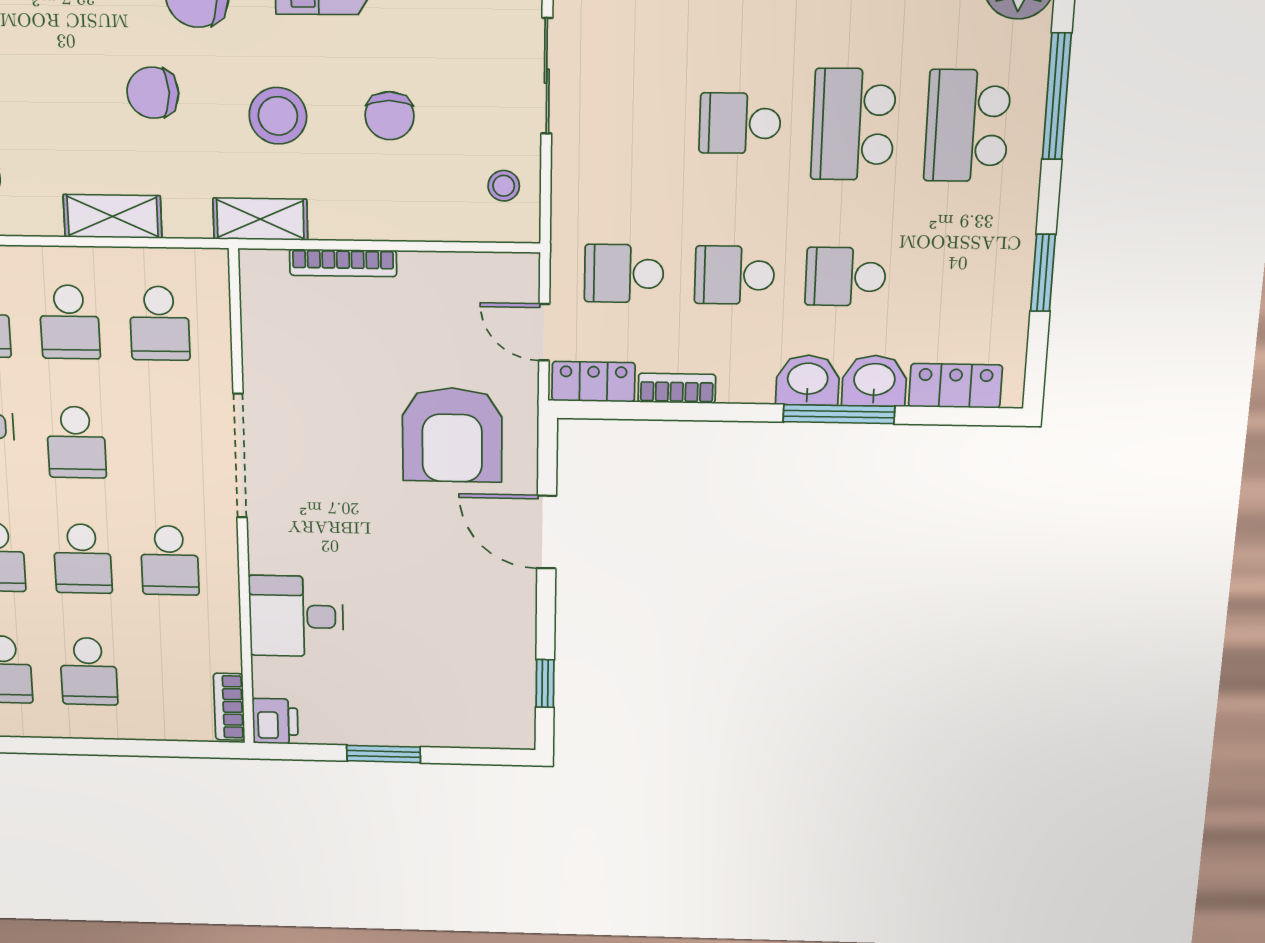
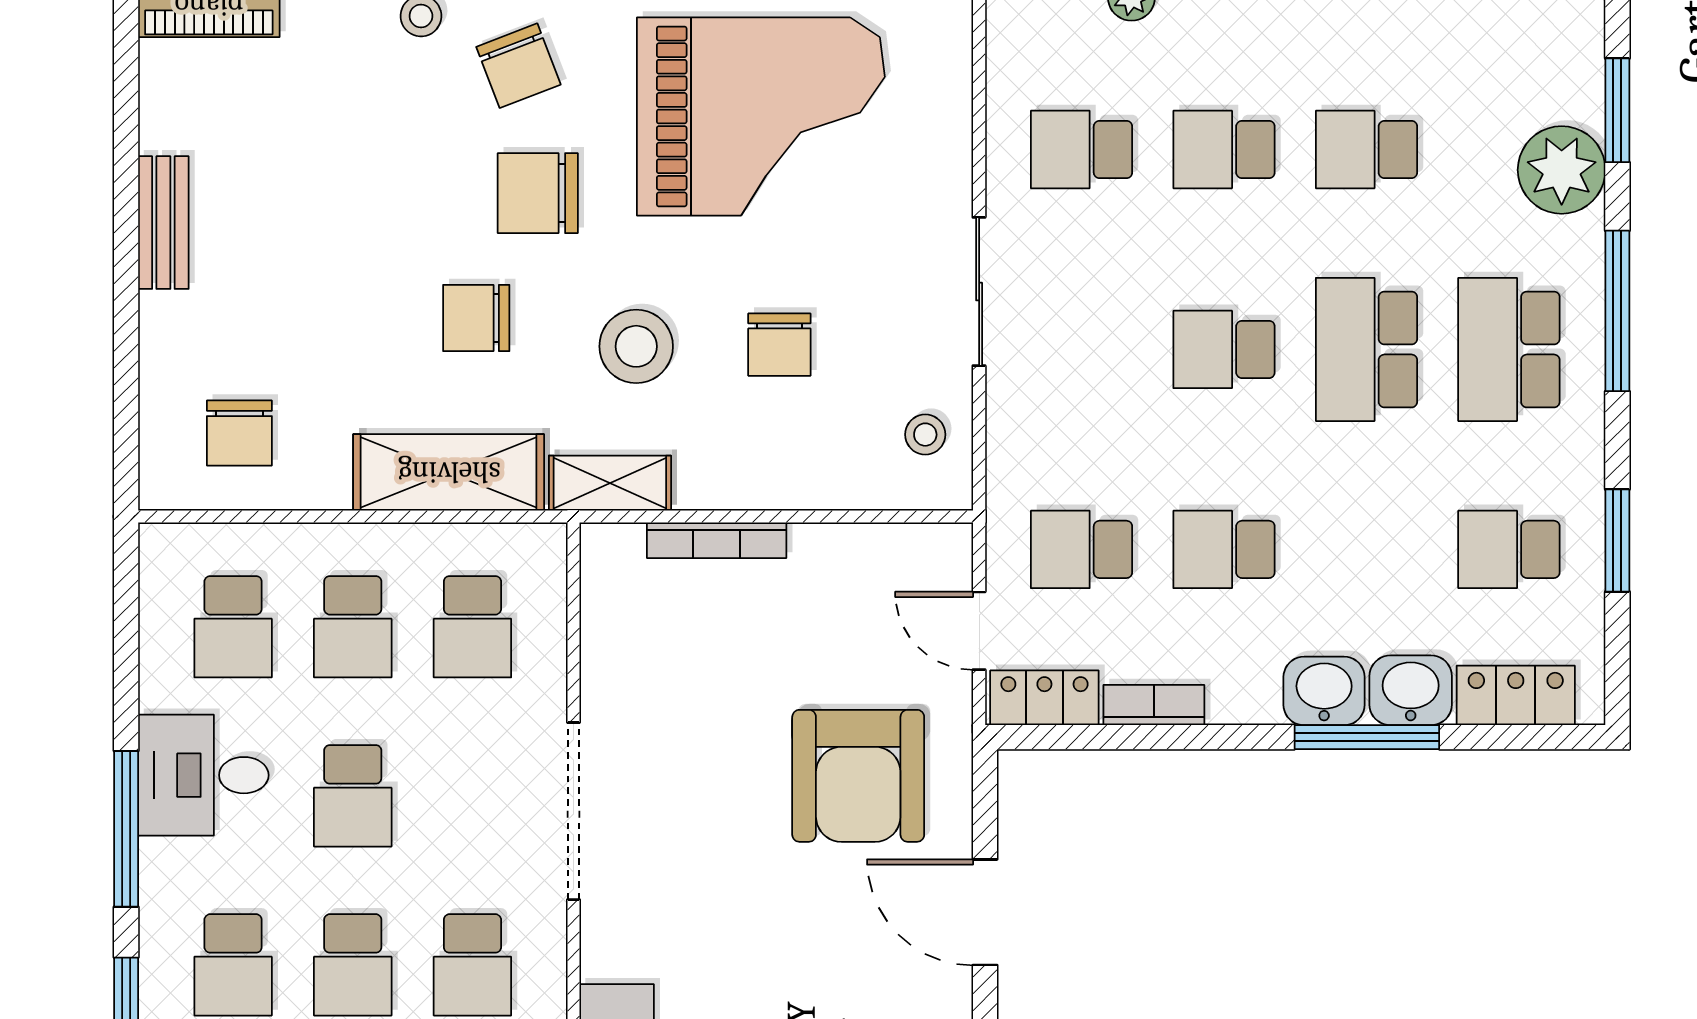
shelving: (113, 216) -> (449, 472), width x1.50, depth x1.33
school desk: (846, 277) -> (1509, 549), moved

